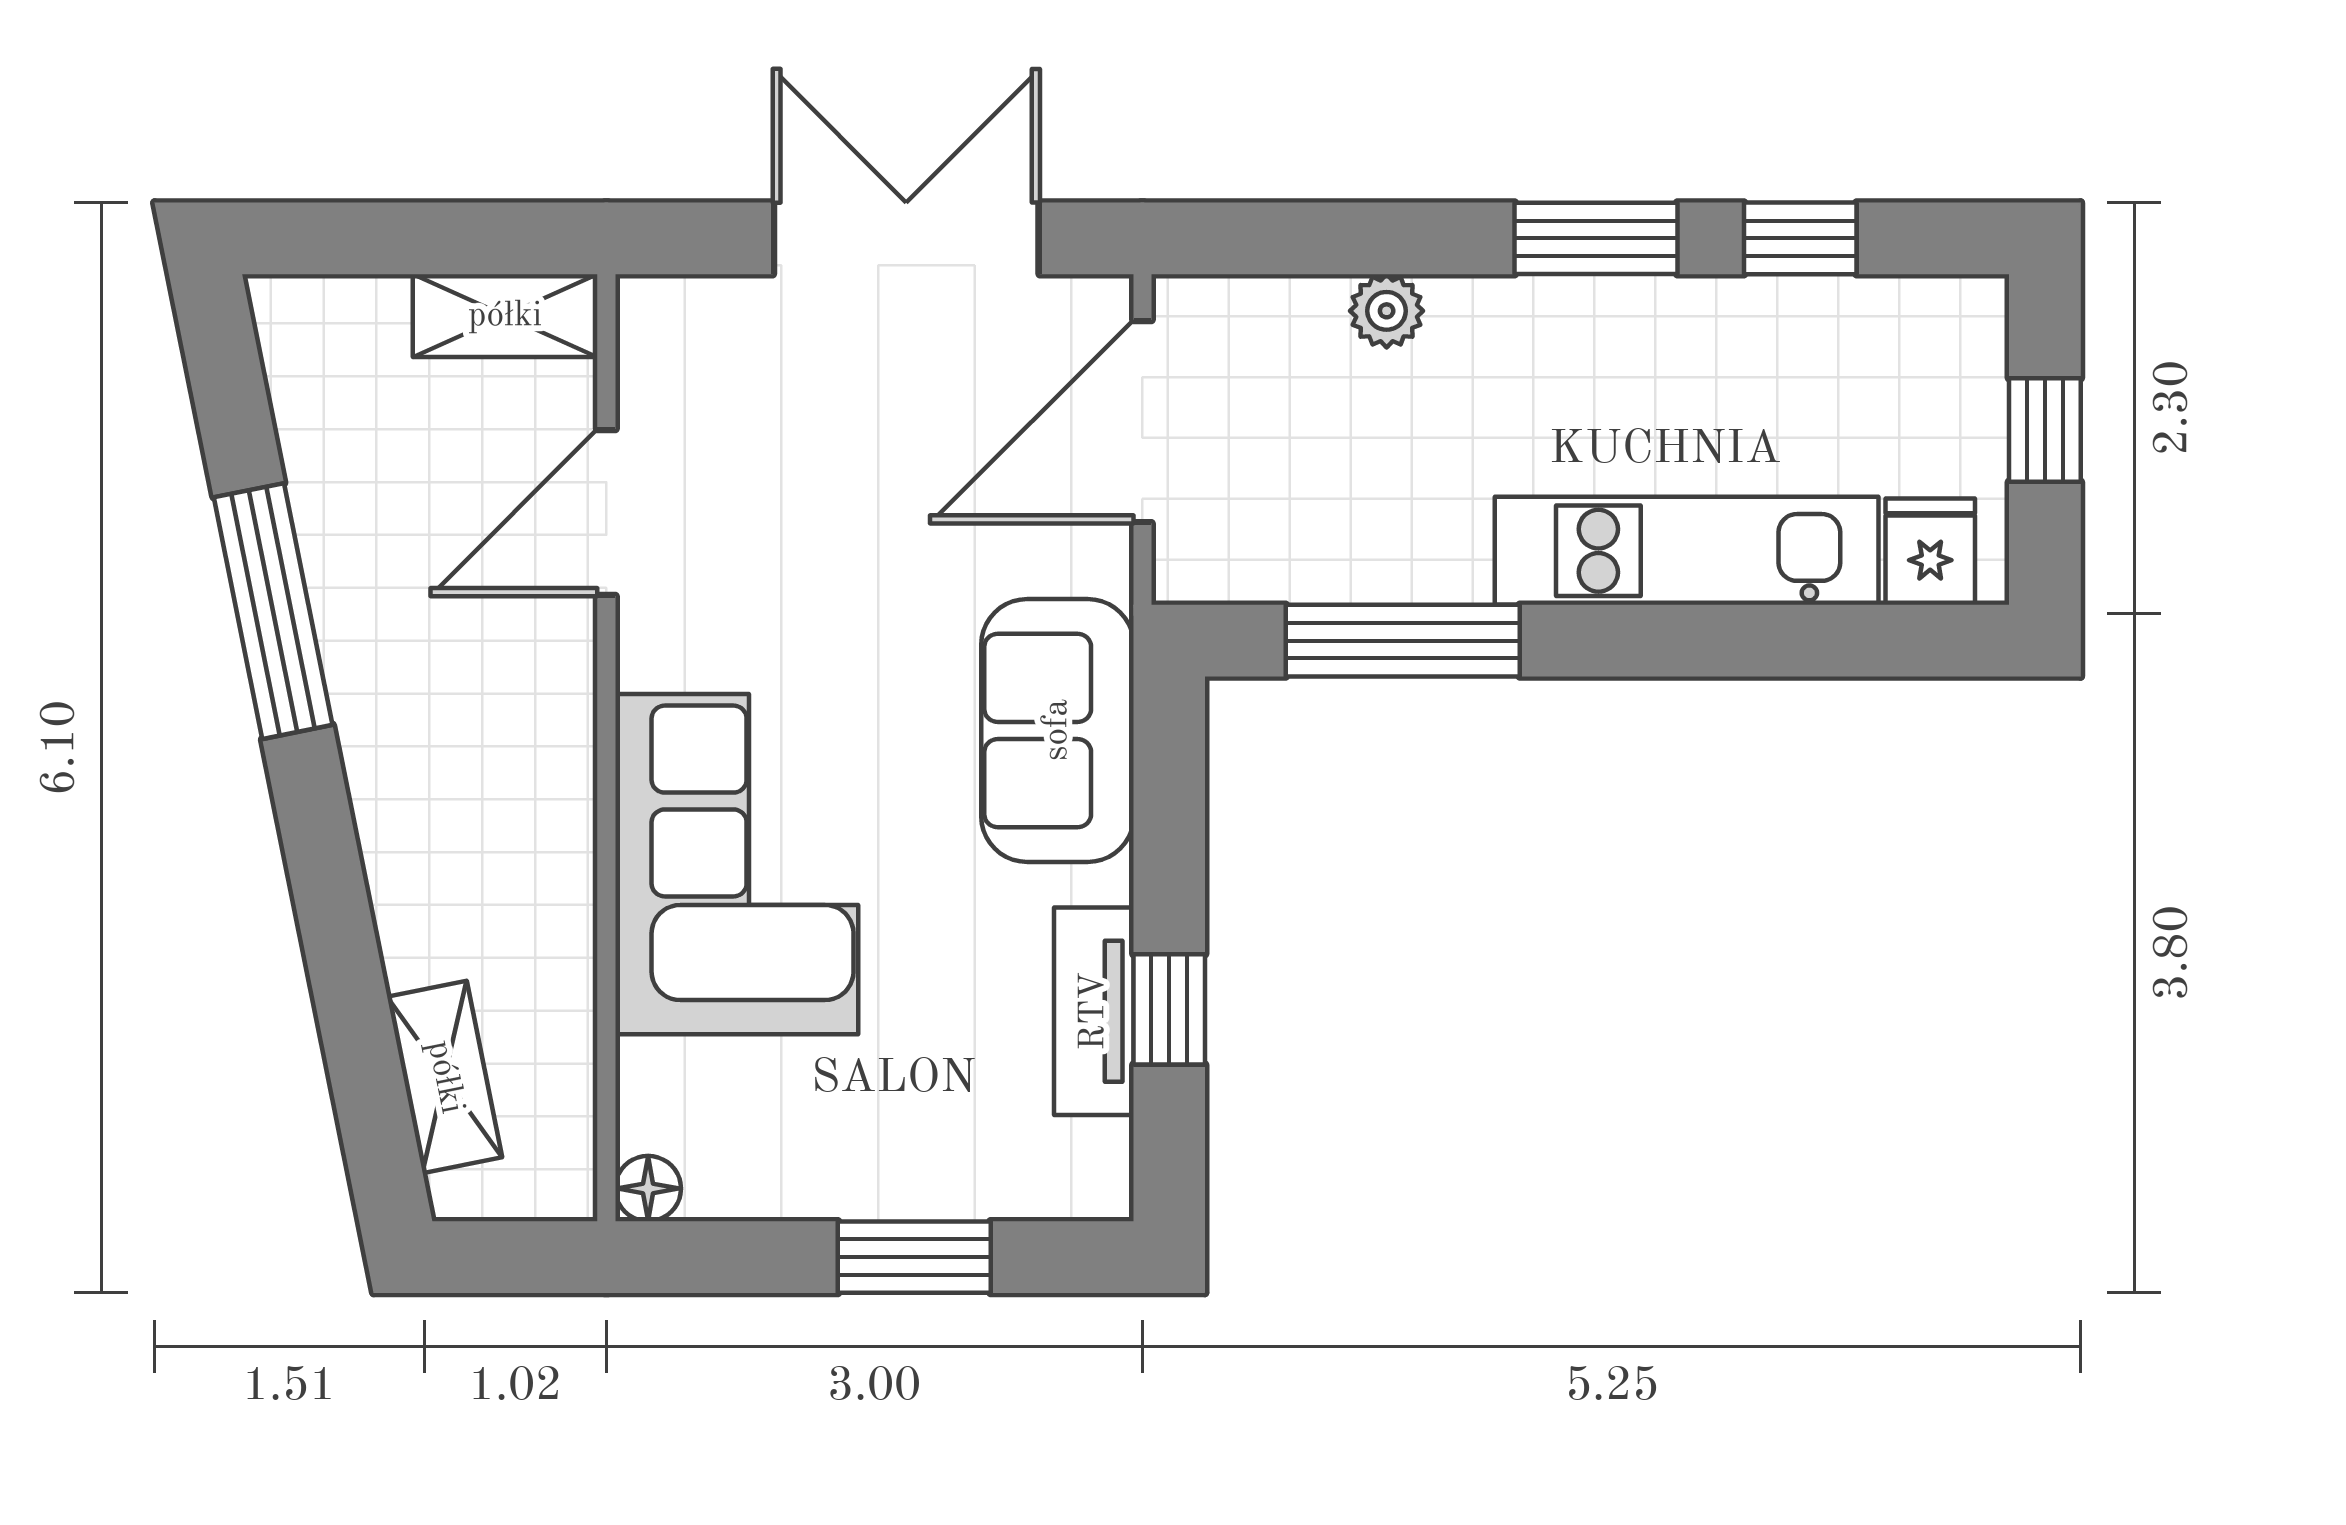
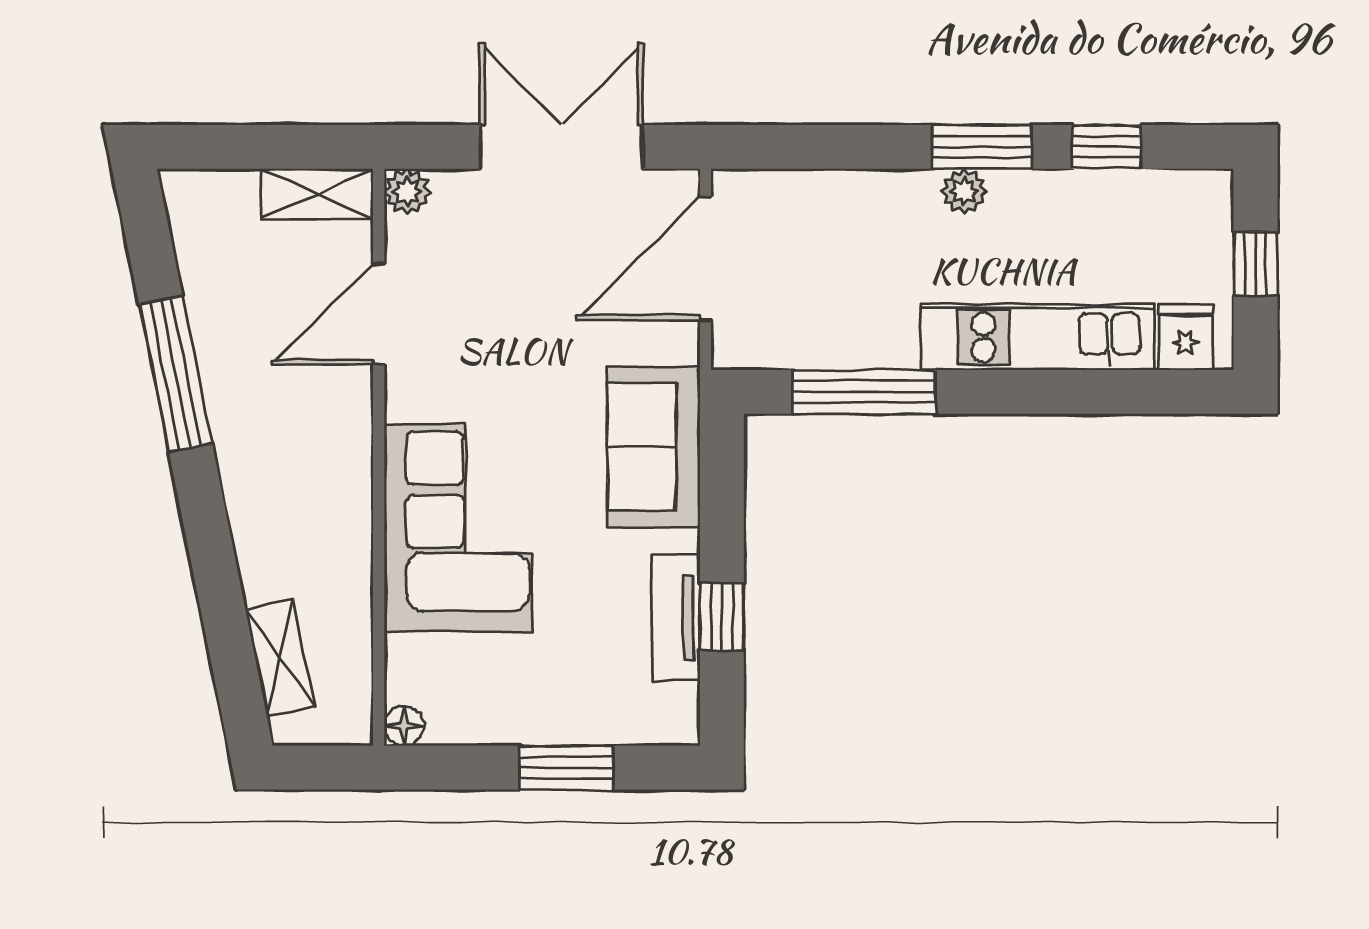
plant: (1387, 311) -> (964, 191), moved
plant: (653, 312) -> (407, 192), added

